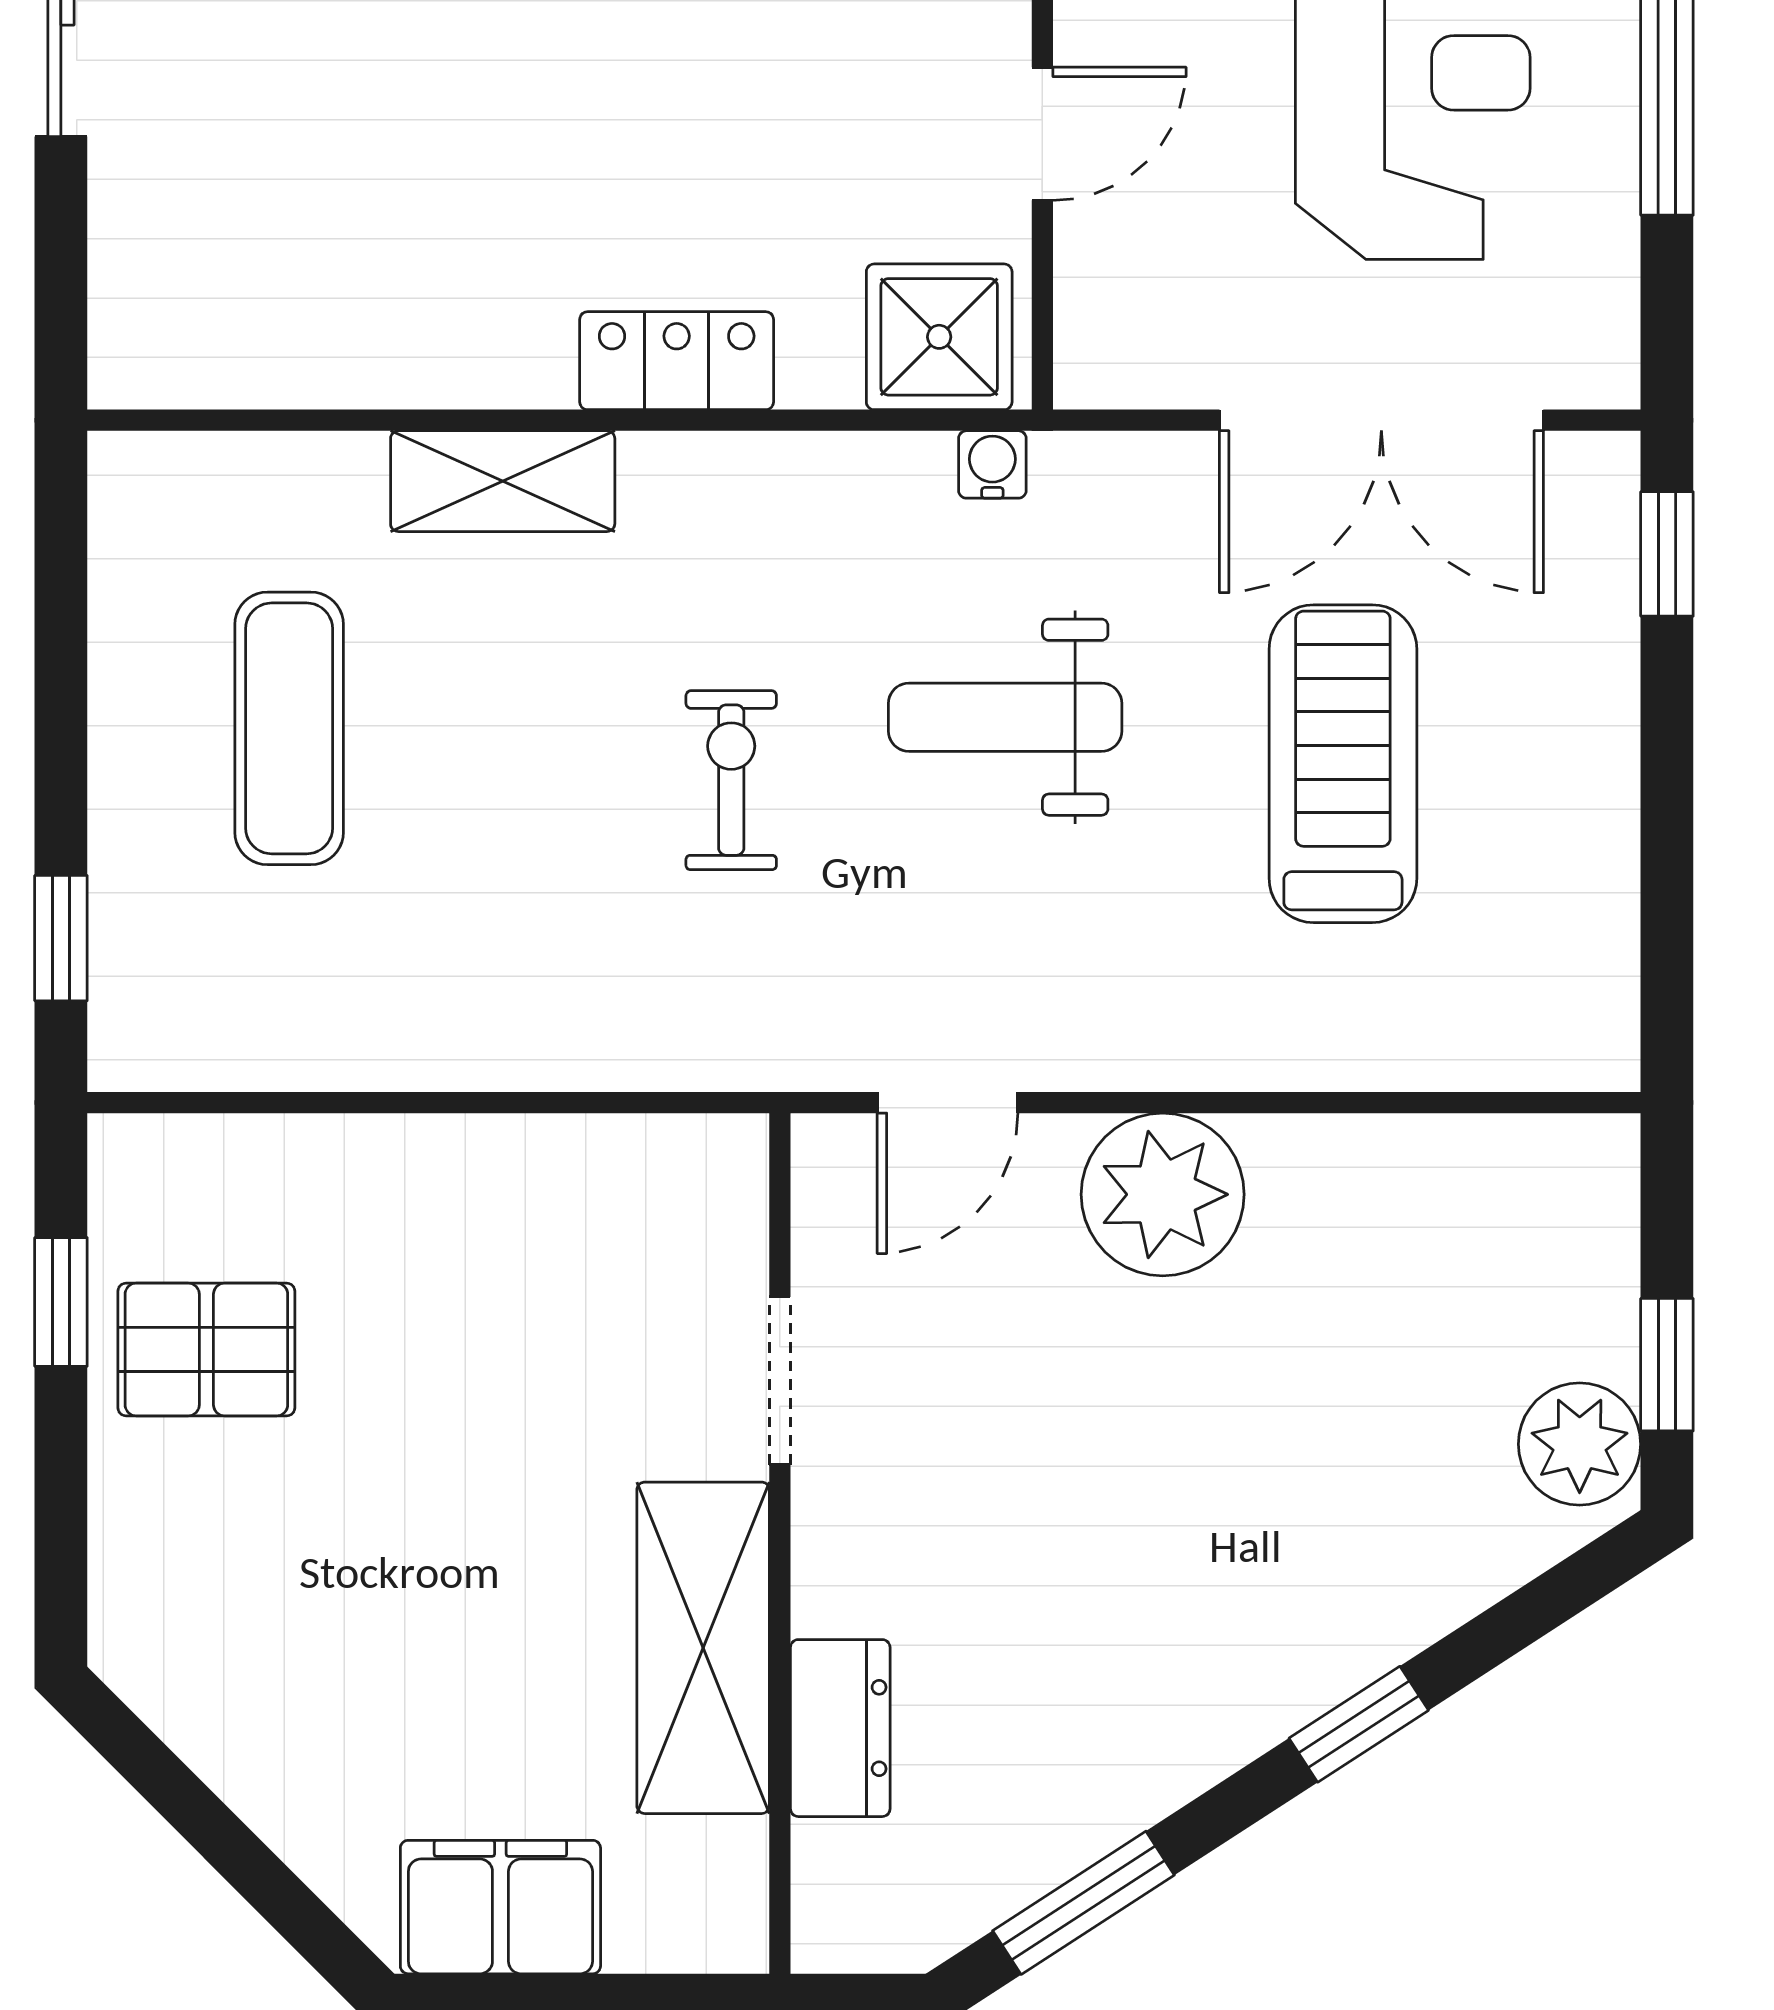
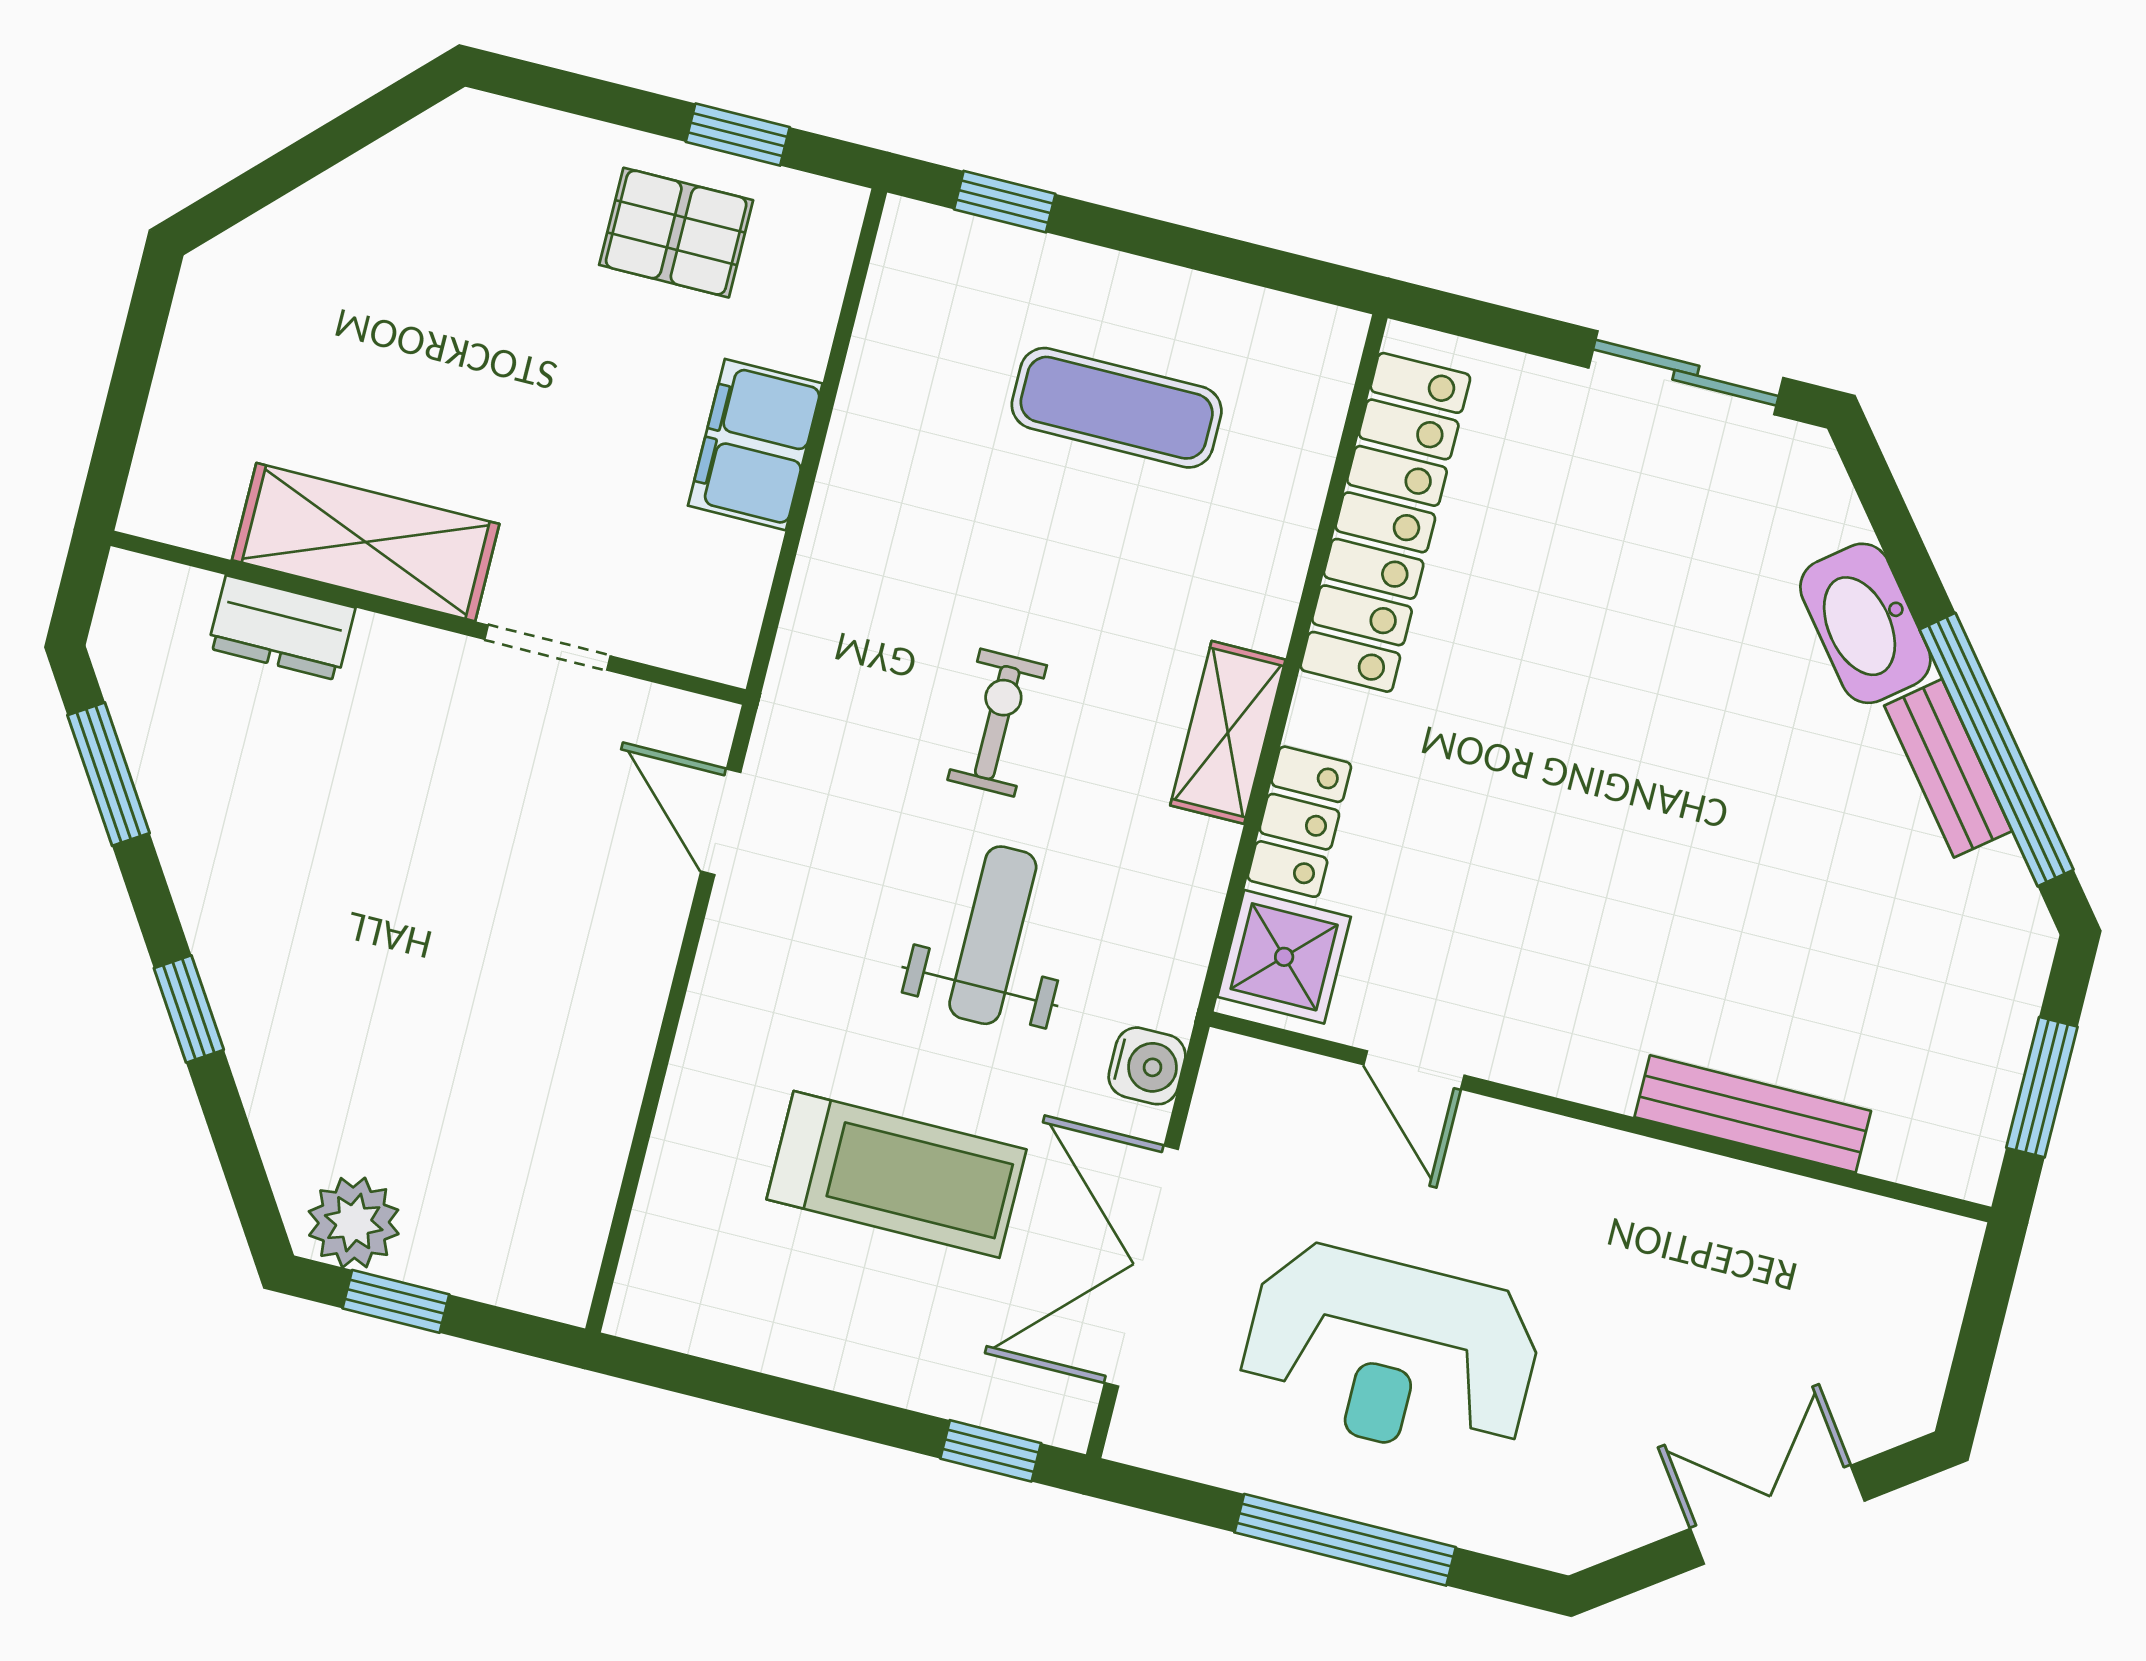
locker: (350, 347) -> (1385, 522), added
locker: (677, 361) -> (1299, 822), moved
water cooler: (992, 464) -> (1147, 1066), moved, width x1.38, depth x1.38
shelving: (503, 481) -> (1228, 732), moved
exercise bike: (731, 780) -> (997, 723), turned -90
plant: (1163, 1194) -> (614, 963), removed
pallet: (206, 1349) -> (676, 233), turned 90
filing cabinet: (500, 1907) -> (755, 445), moved, turned 180

